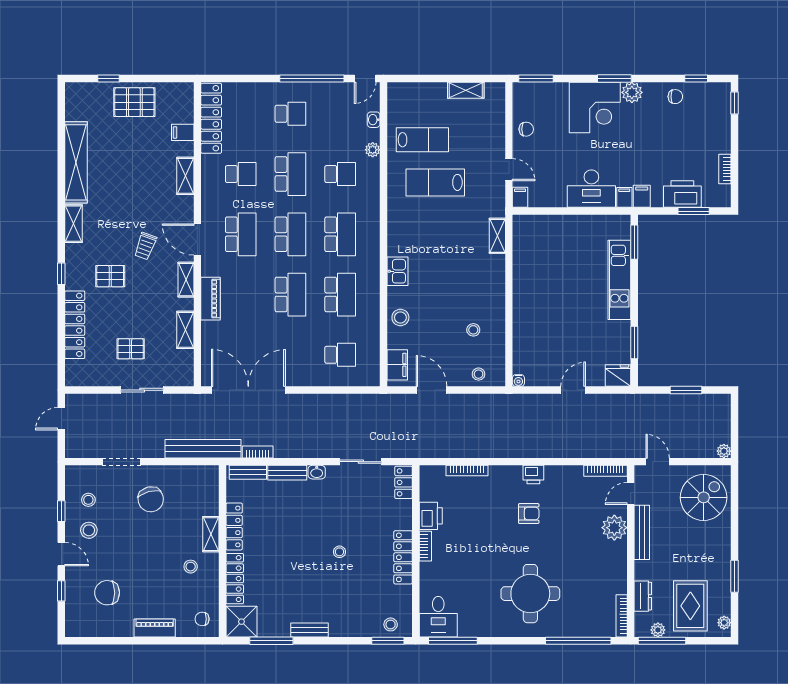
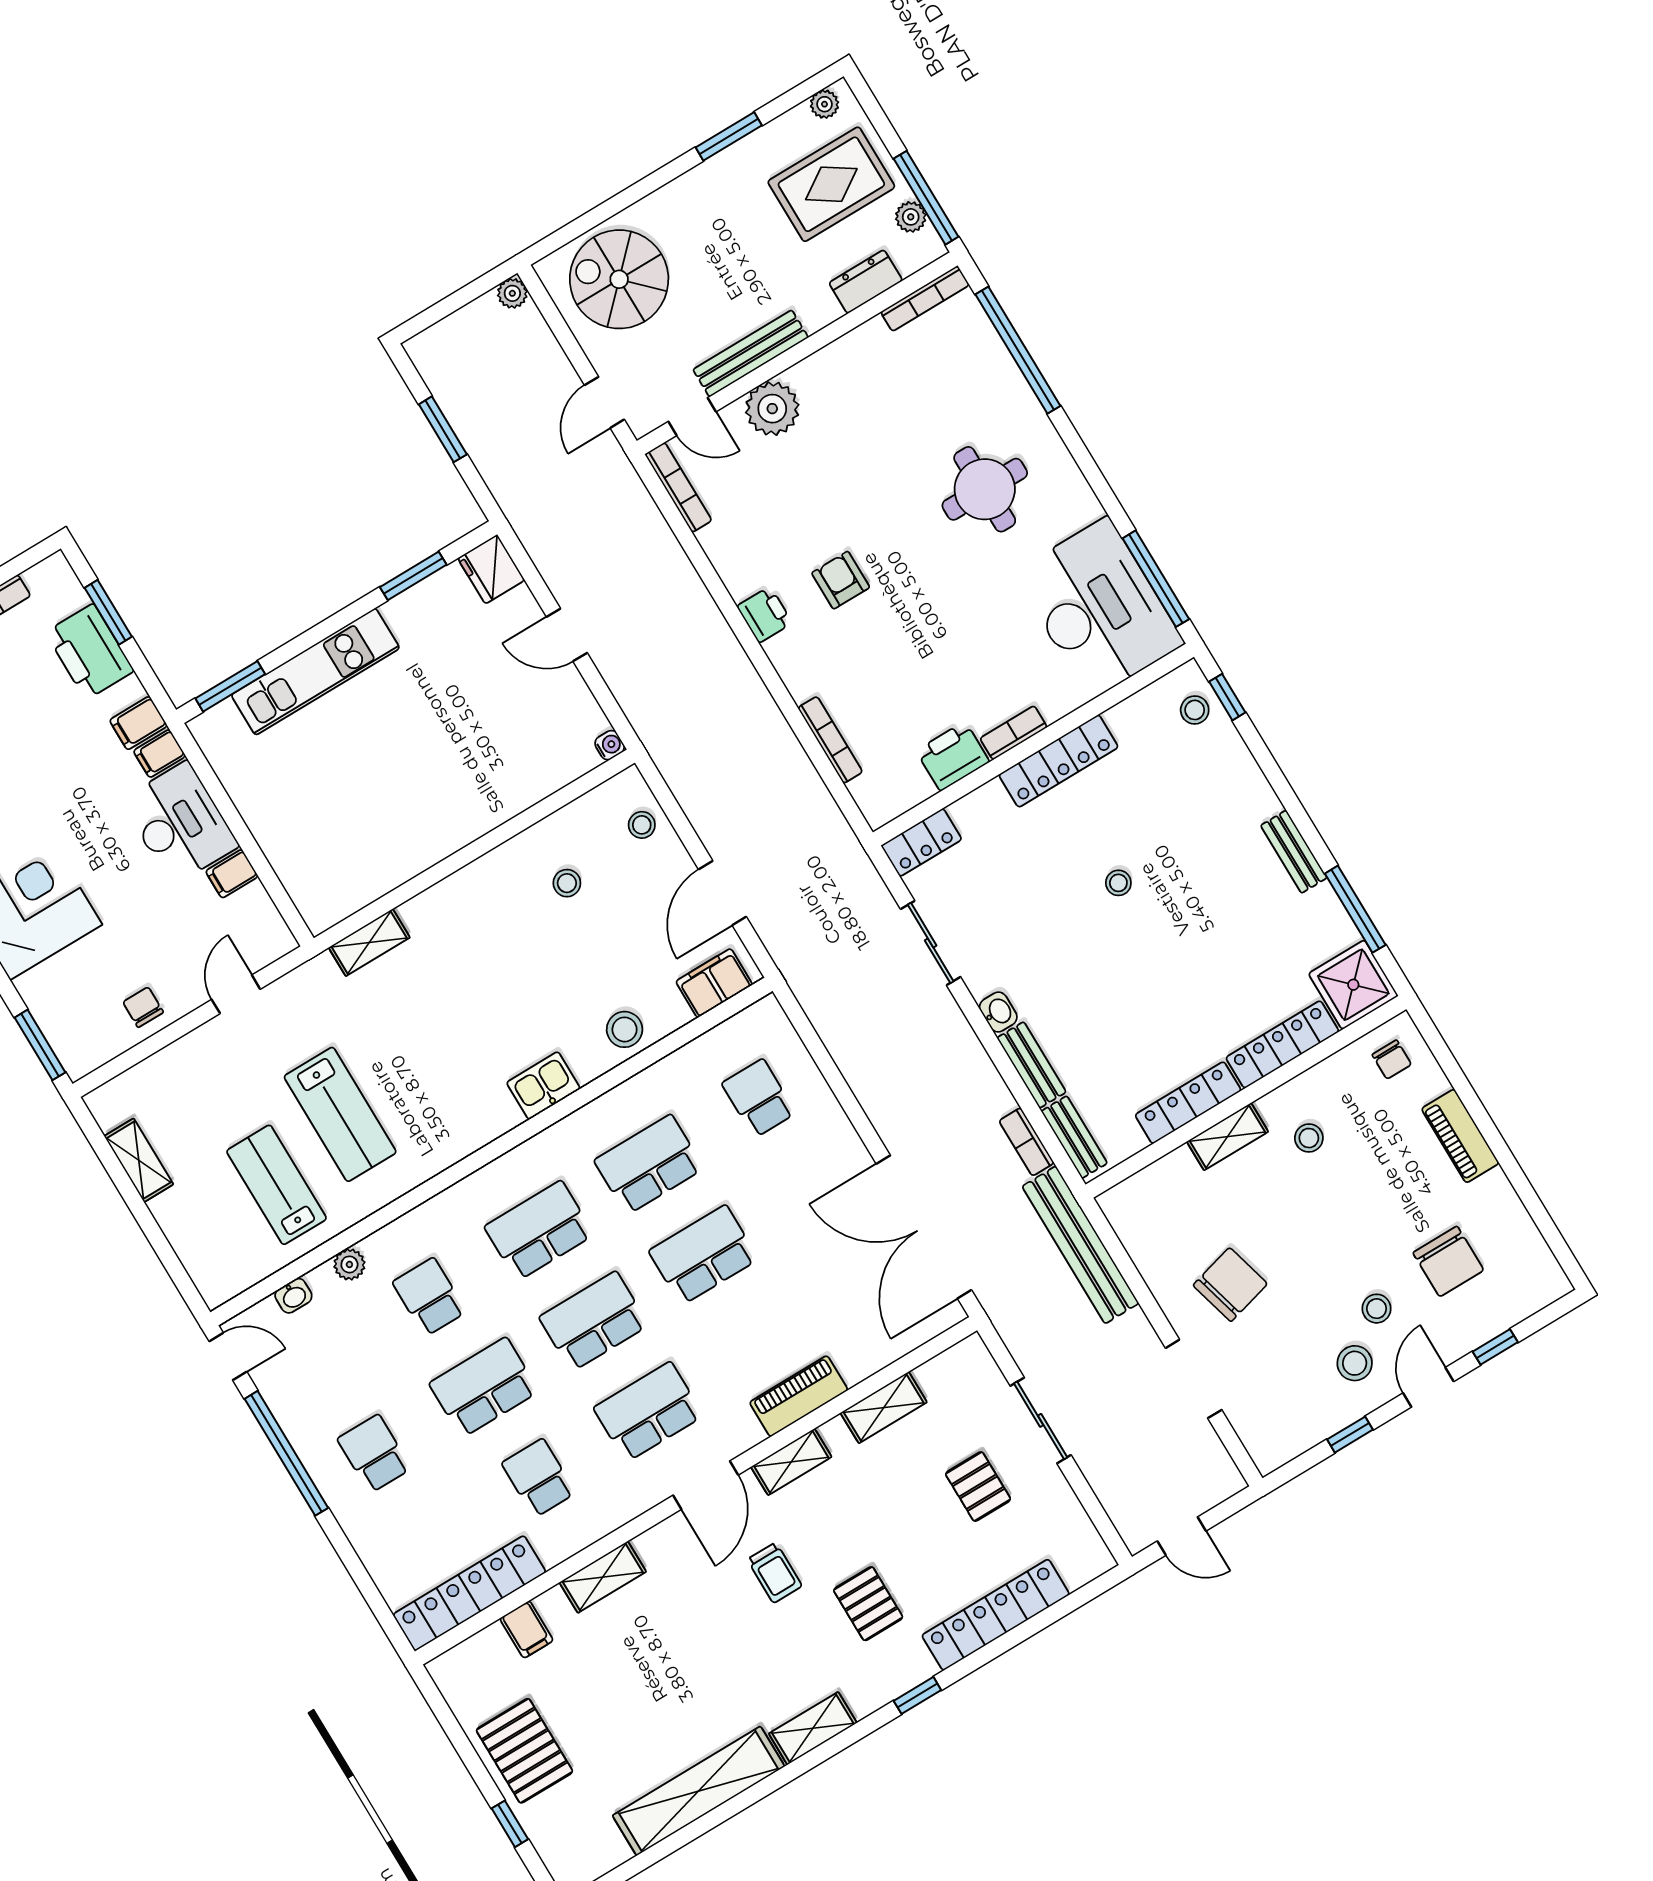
filing cabinet: (520, 197) -> (232, 874), moved
trolley: (145, 246) -> (775, 1573), turned 70
stool: (88, 500) -> (1377, 1309), moved
round table: (530, 594) -> (985, 489), width x0.73, depth x0.73
desk: (438, 617) -> (1099, 608), width x1.87, depth x1.30
window: (388, 641) -> (1227, 697), width x0.67

